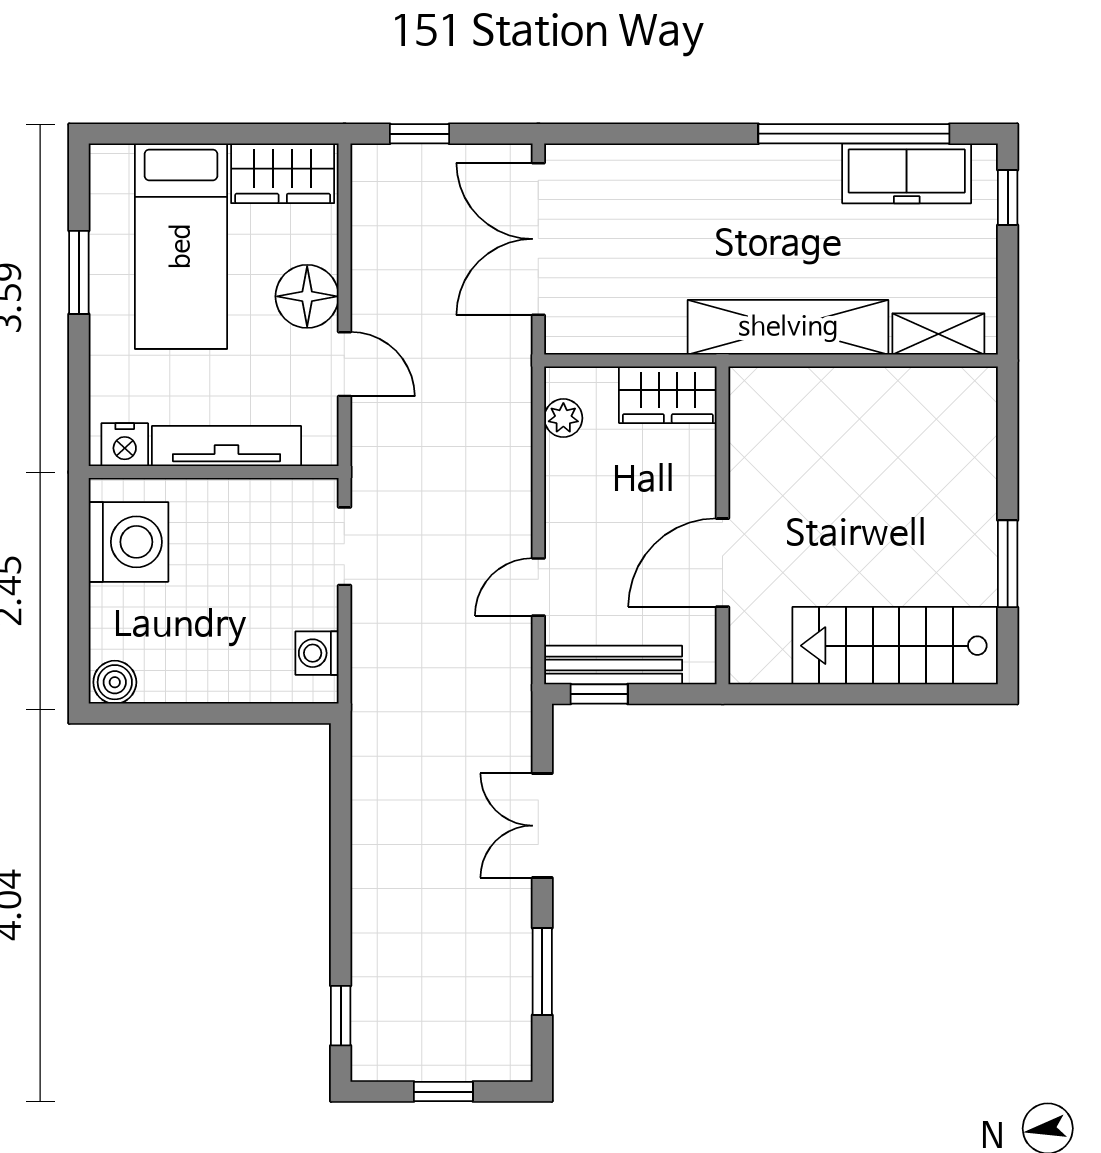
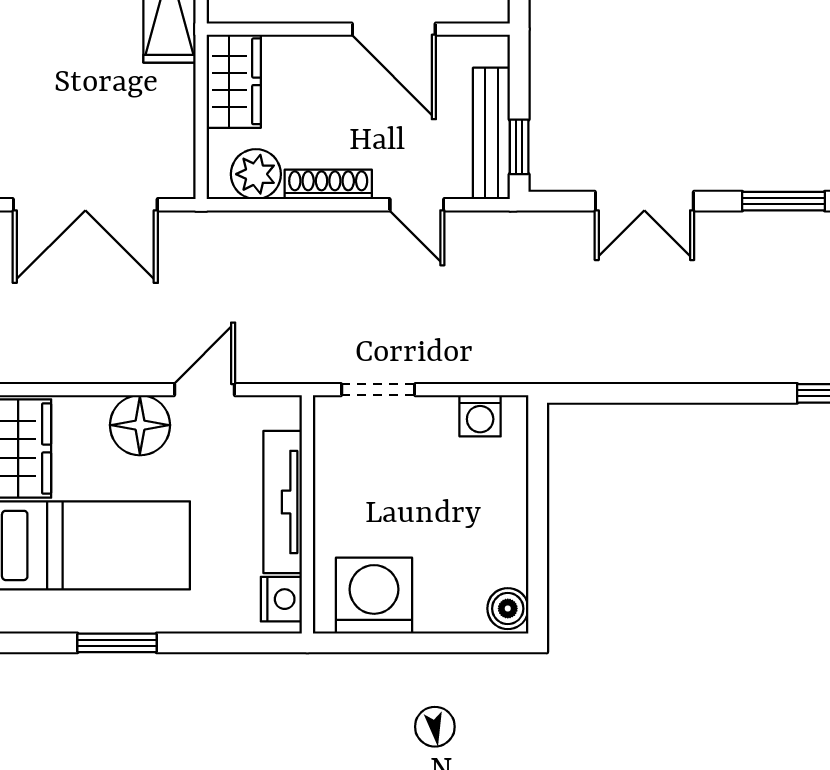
plant: (563, 418) -> (256, 174), width x1.38, depth x1.38
shoe rack: (560, 494) -> (328, 184), added

